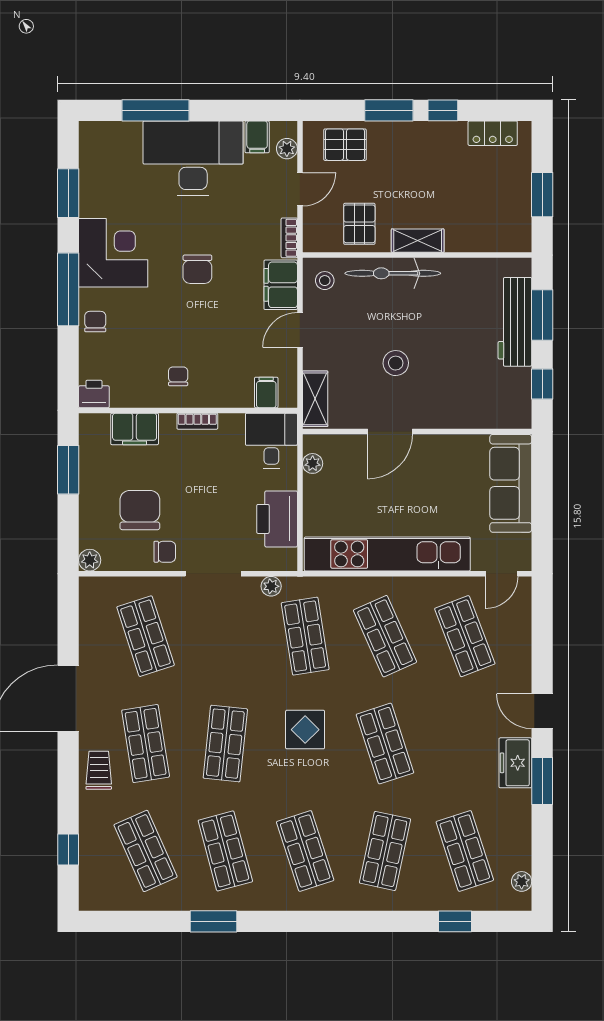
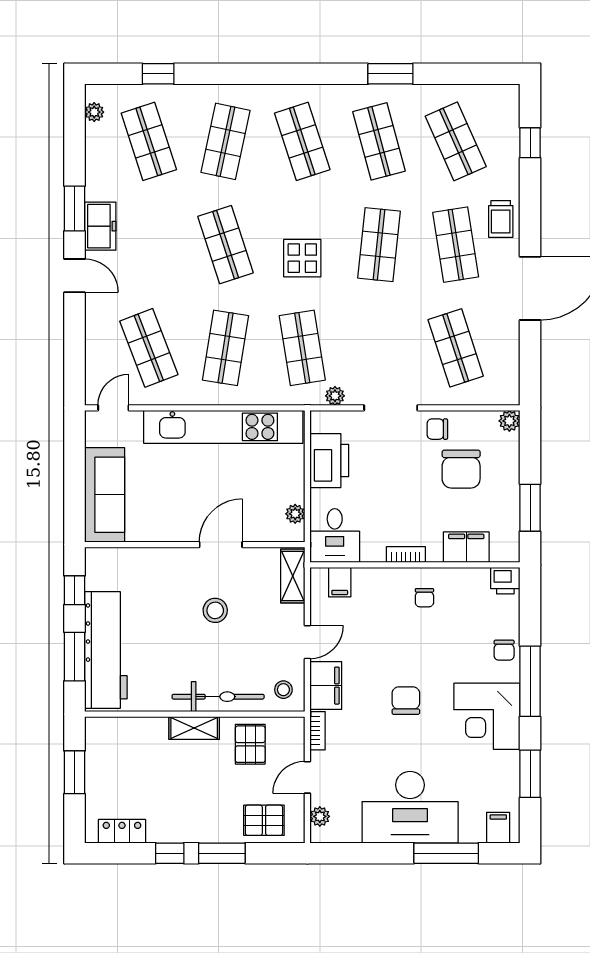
filing cabinet: (257, 137) -> (498, 828), moved
workbench: (515, 322) -> (106, 650), width x1.36, depth x1.32
shop shelf: (385, 636) -> (226, 348), turned 33

